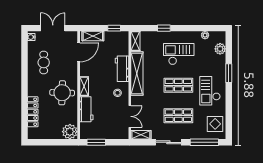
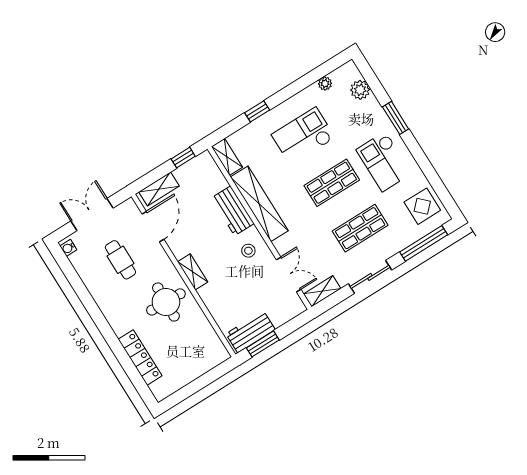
cafe table: (44, 62) -> (120, 260), moved
workbench: (86, 109) -> (251, 332), moved, turned -90
plant: (70, 132) -> (213, 353), removed

